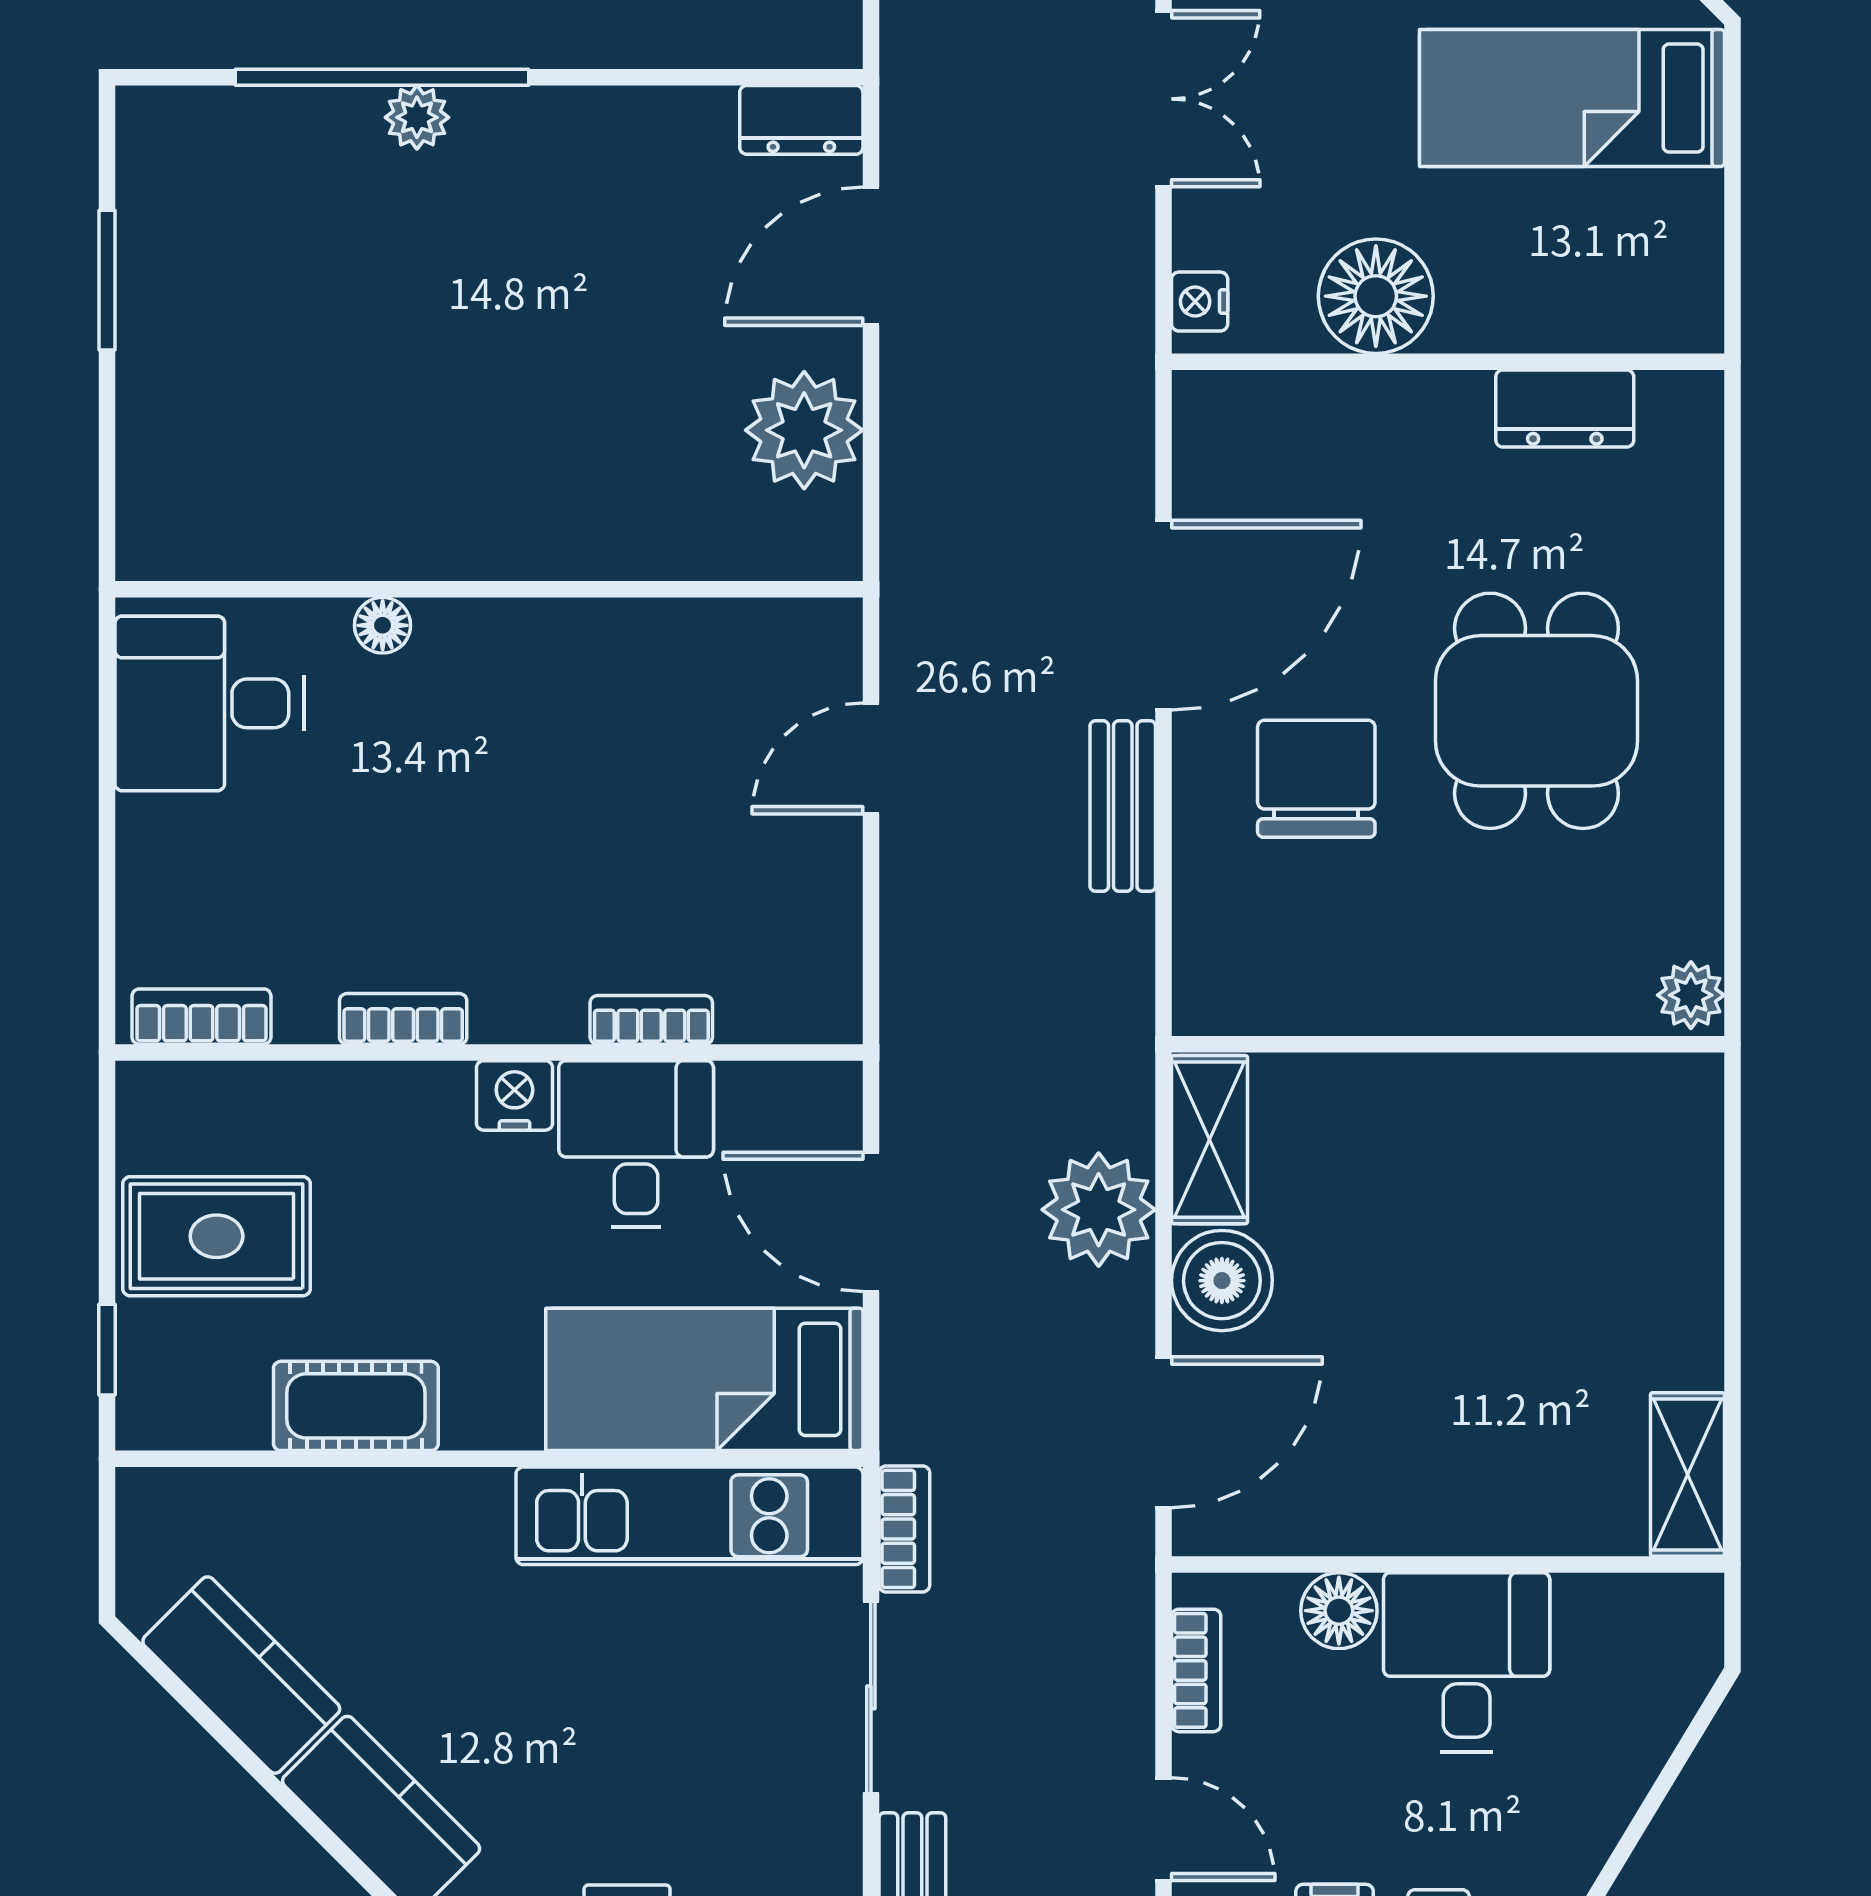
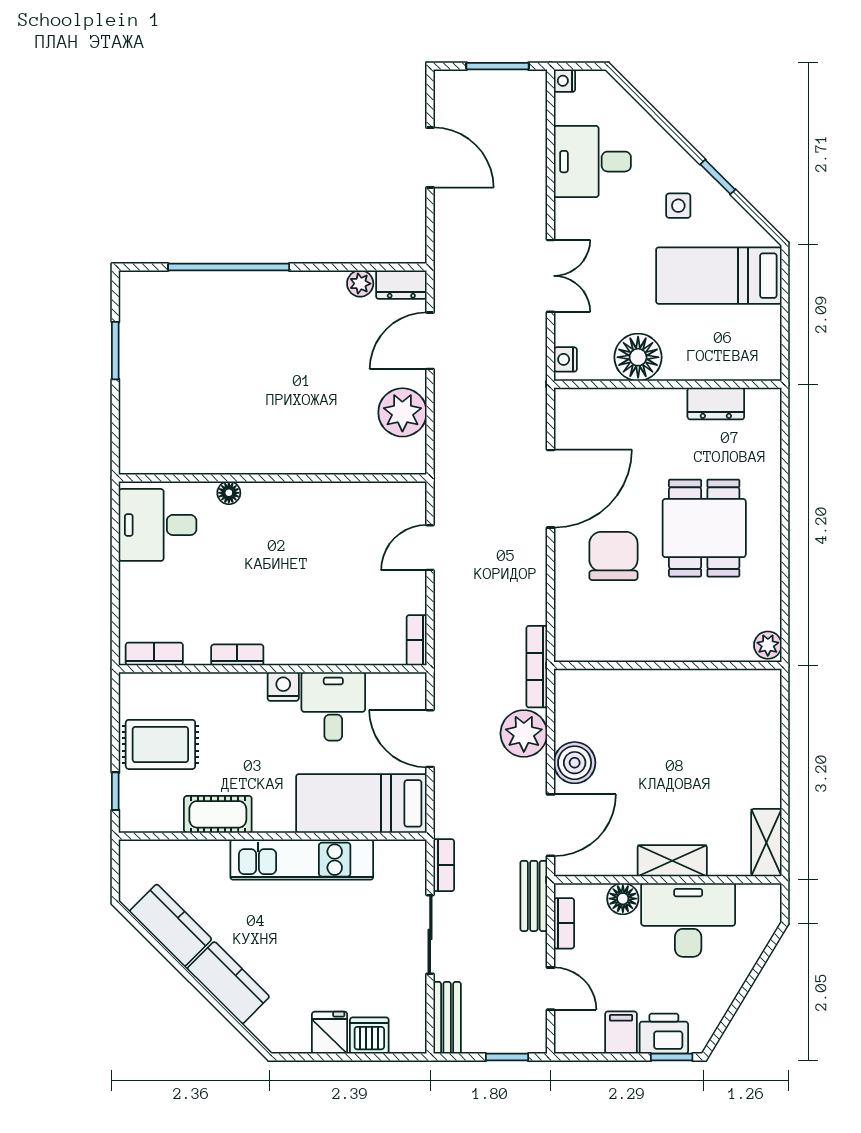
plant: (417, 117) -> (360, 284), moved
bench: (1123, 806) -> (534, 896), moved
bookcase: (651, 1020) -> (417, 640), moved, turned -90
bookcase: (1130, 1047) -> (537, 667), added
shelving: (1209, 1140) -> (672, 861), moved, turned 90
kitchen unit: (689, 1516) -> (302, 860), moved
desk: (1467, 1662) -> (688, 920), width x1.37

